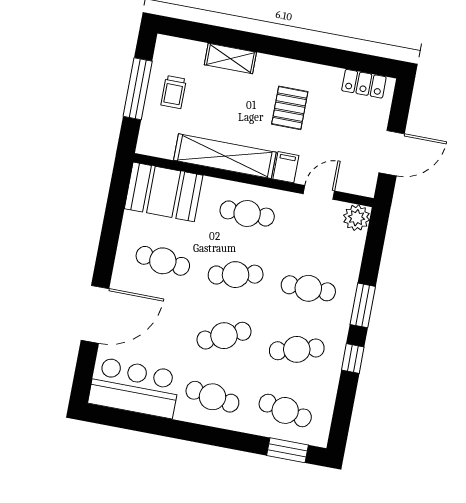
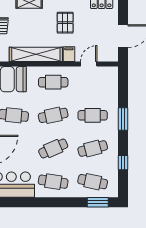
plant: (357, 218) -> (111, 74), removed
window: (353, 359) -> (123, 163), moved

